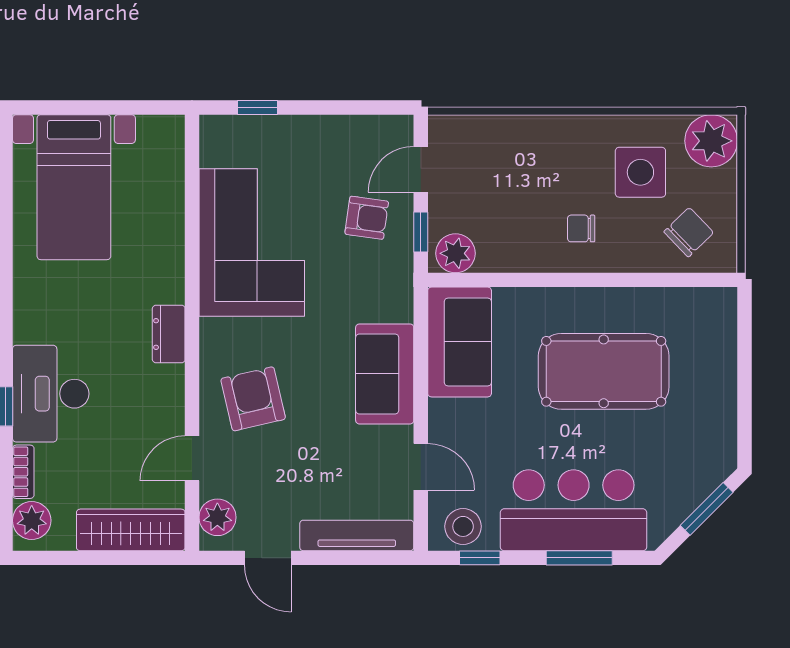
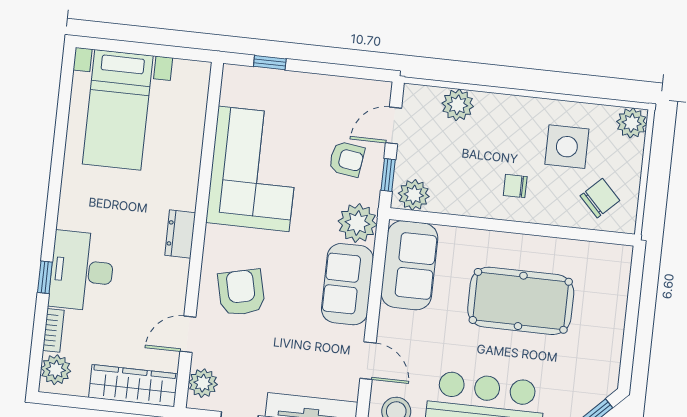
plant: (498, 135) -> (458, 105), added
plant: (711, 141) -> (632, 123), width x0.73, depth x0.73
plant: (389, 296) -> (357, 223), added

